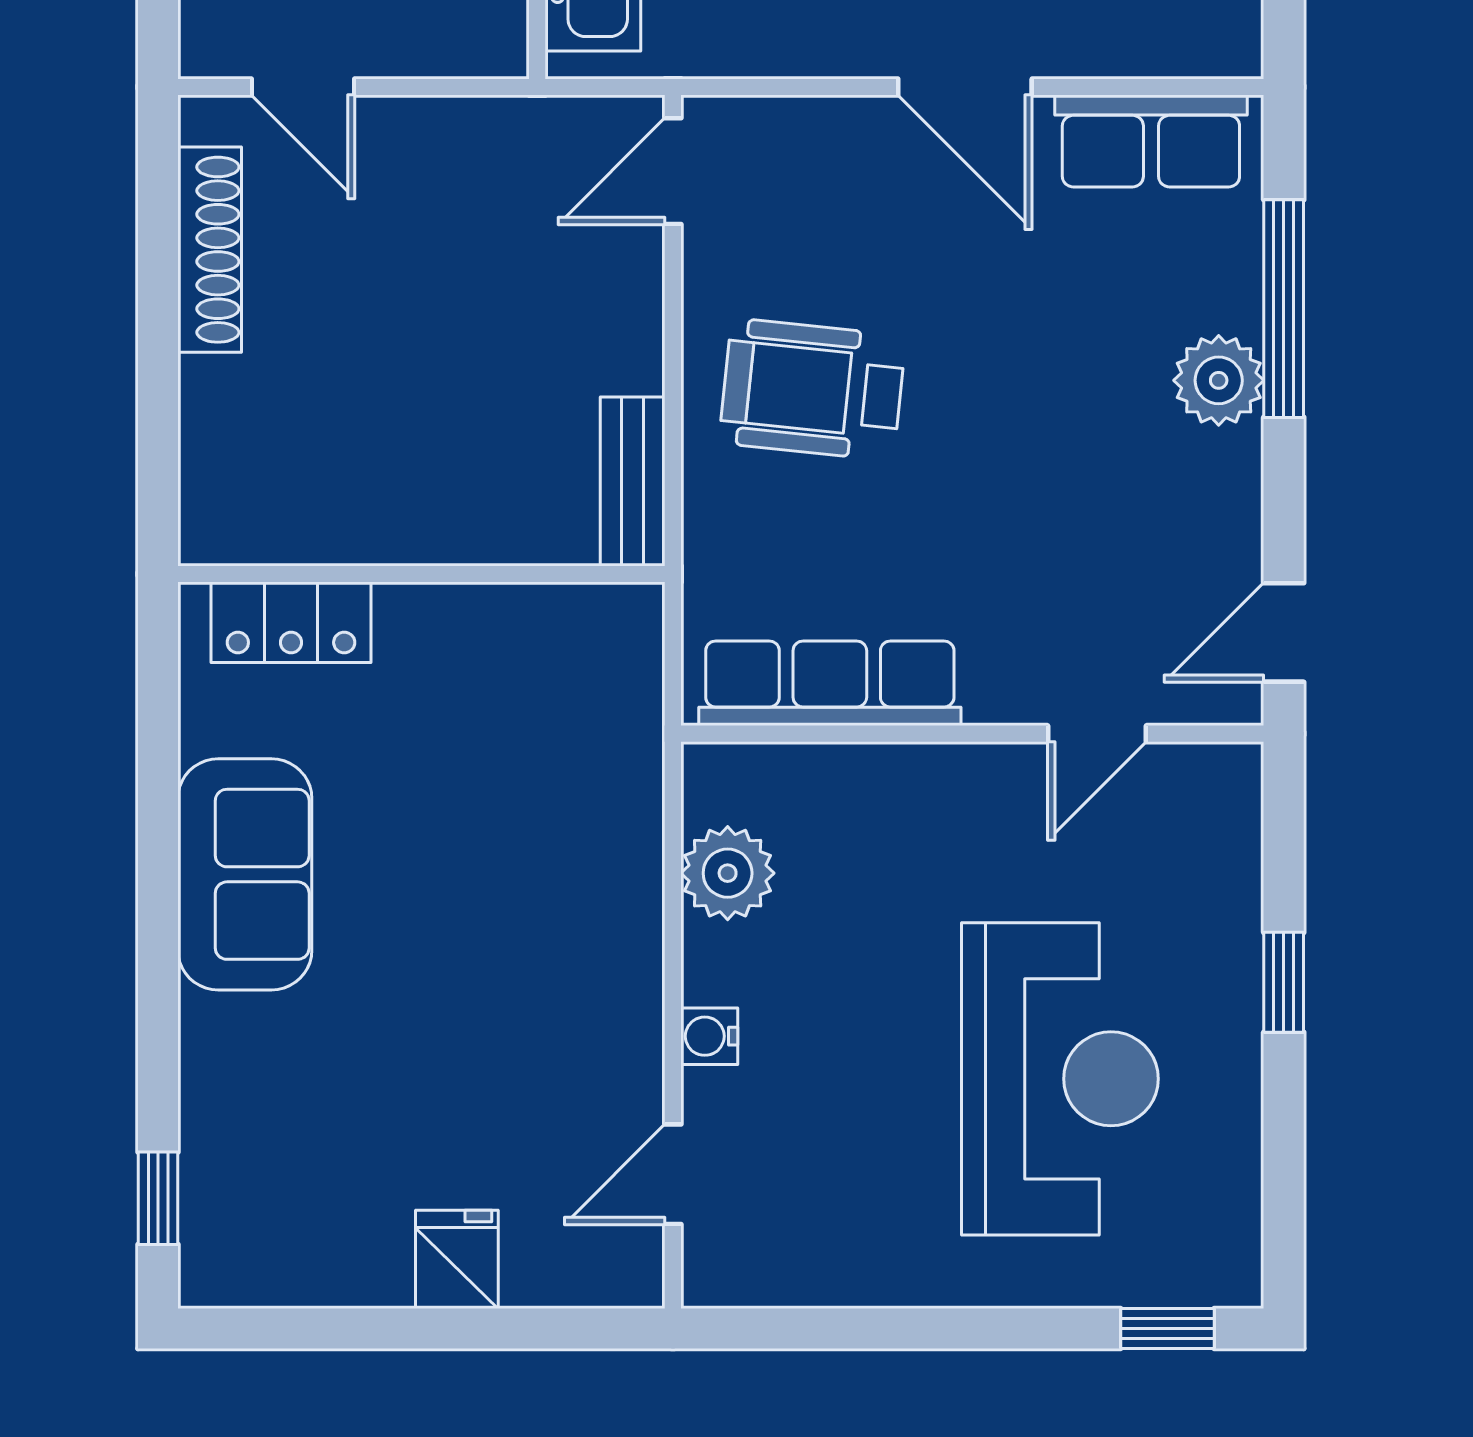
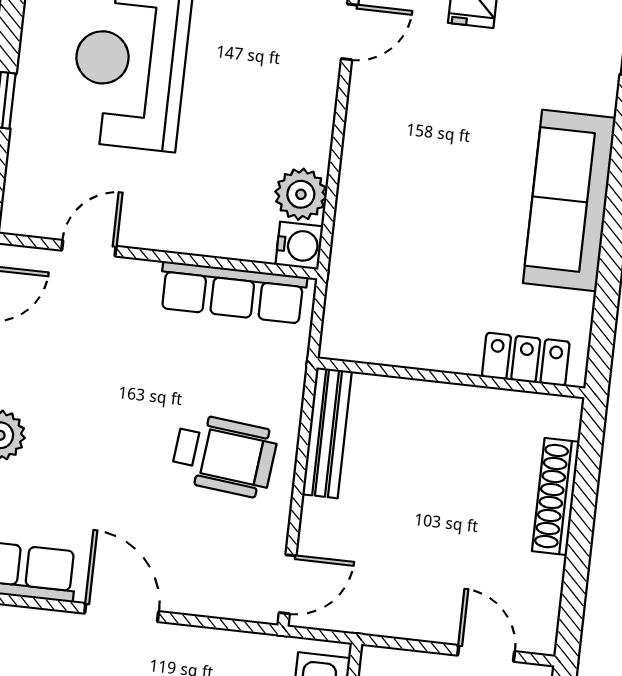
shoe rack: (210, 250) -> (556, 496), moved
bench: (633, 481) -> (327, 433), width x1.36
sofa: (245, 874) -> (569, 200), width x1.36
water cooler: (709, 1036) -> (299, 246), moved, width x1.38, depth x1.38

